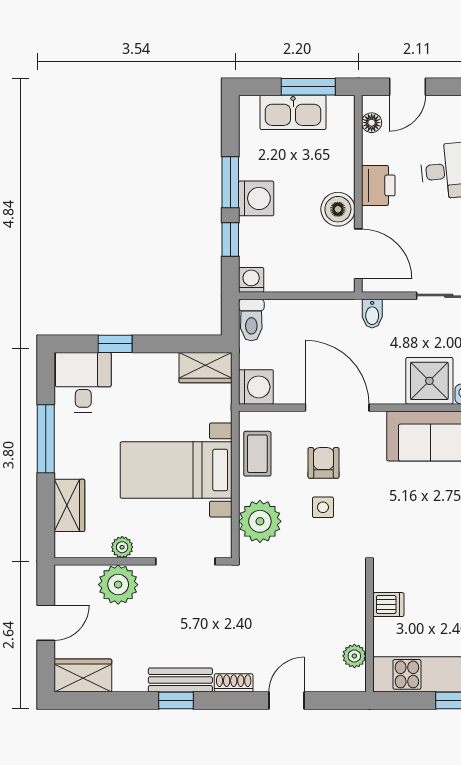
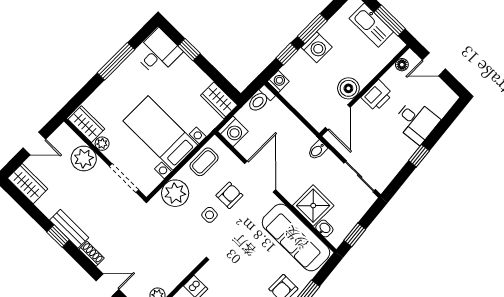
wardrobe: (69, 505) -> (86, 124), moved, turned -90

